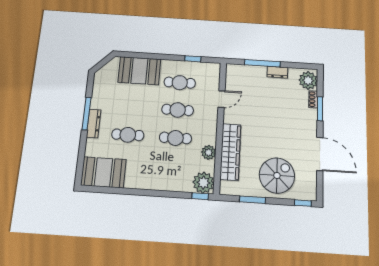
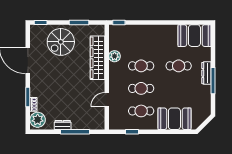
plant: (203, 183) -> (117, 33), removed

